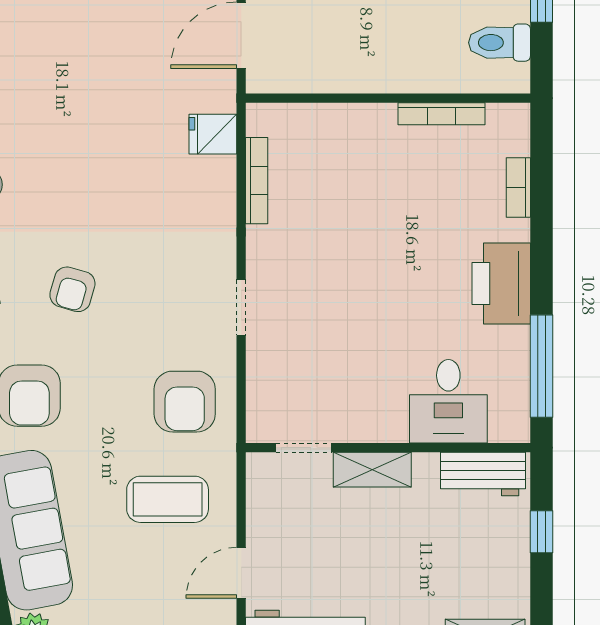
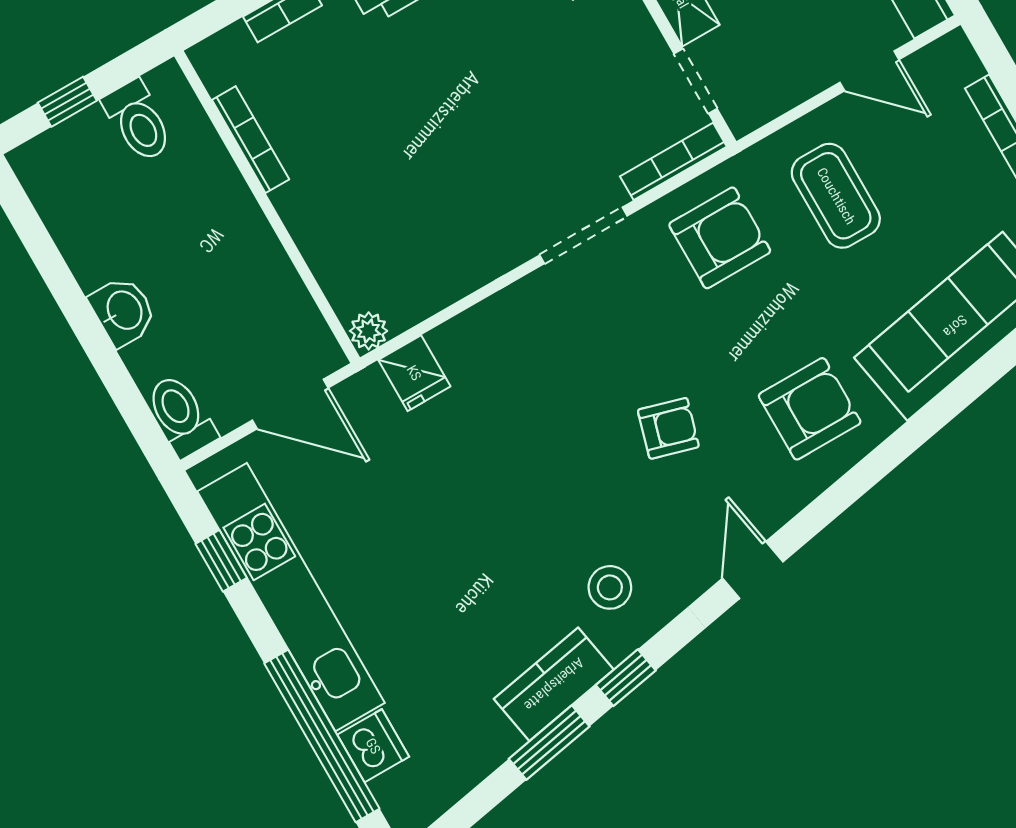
plant: (261, 119) -> (369, 331), added
bookcase: (257, 181) -> (673, 161), moved
doorway: (241, 307) -> (583, 235), width x1.38

